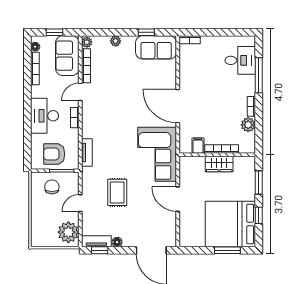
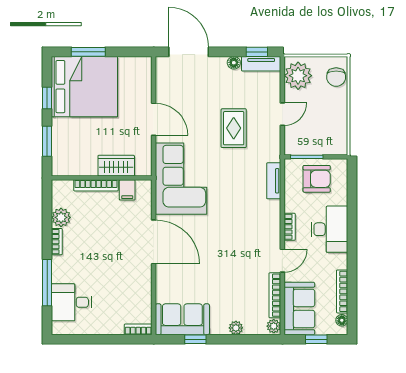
wardrobe: (219, 164) -> (116, 166), moved
chair: (52, 187) -> (336, 77), moved

